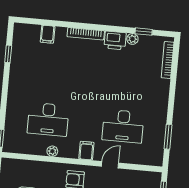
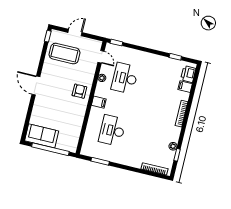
printer: (115, 40) -> (188, 74), moved
door: (110, 165) -> (101, 57), moved

